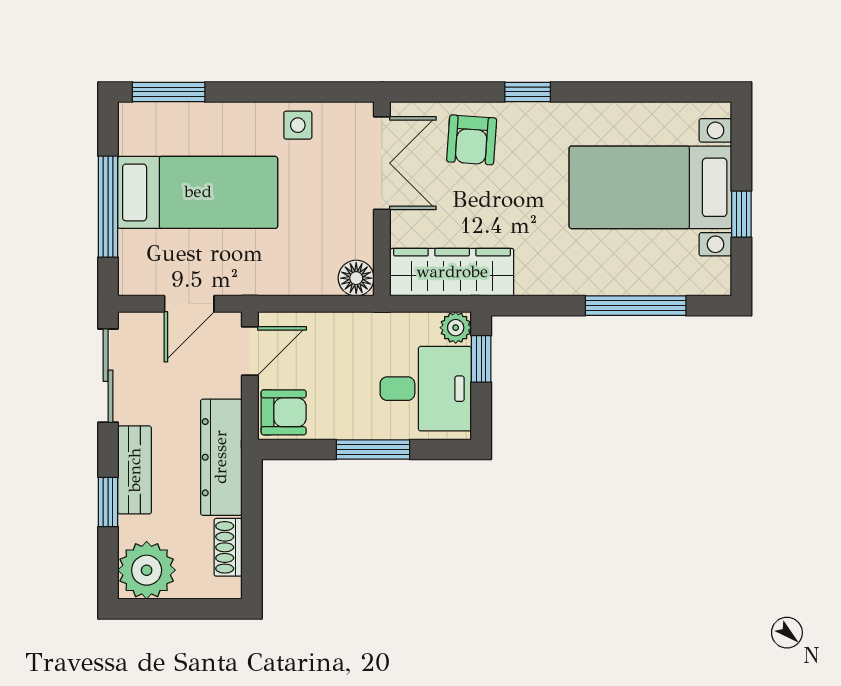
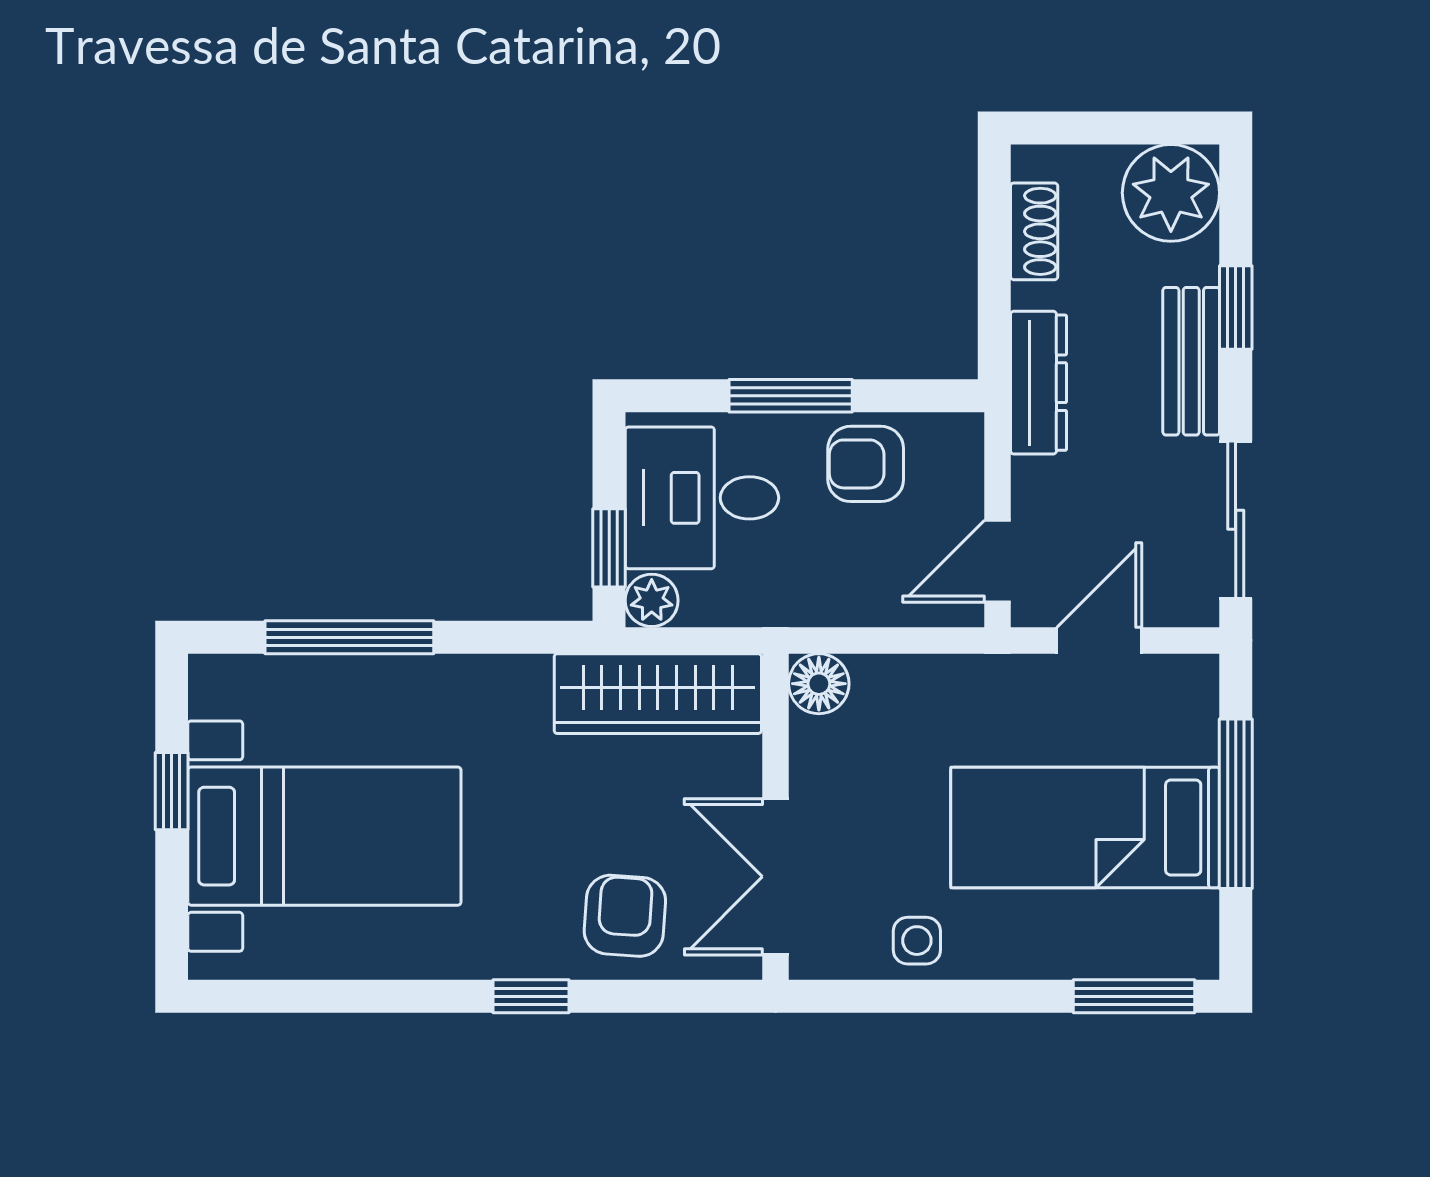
armchair: (284, 412) -> (866, 464), moved
dresser: (221, 457) -> (1038, 383), width x0.73, depth x0.80

